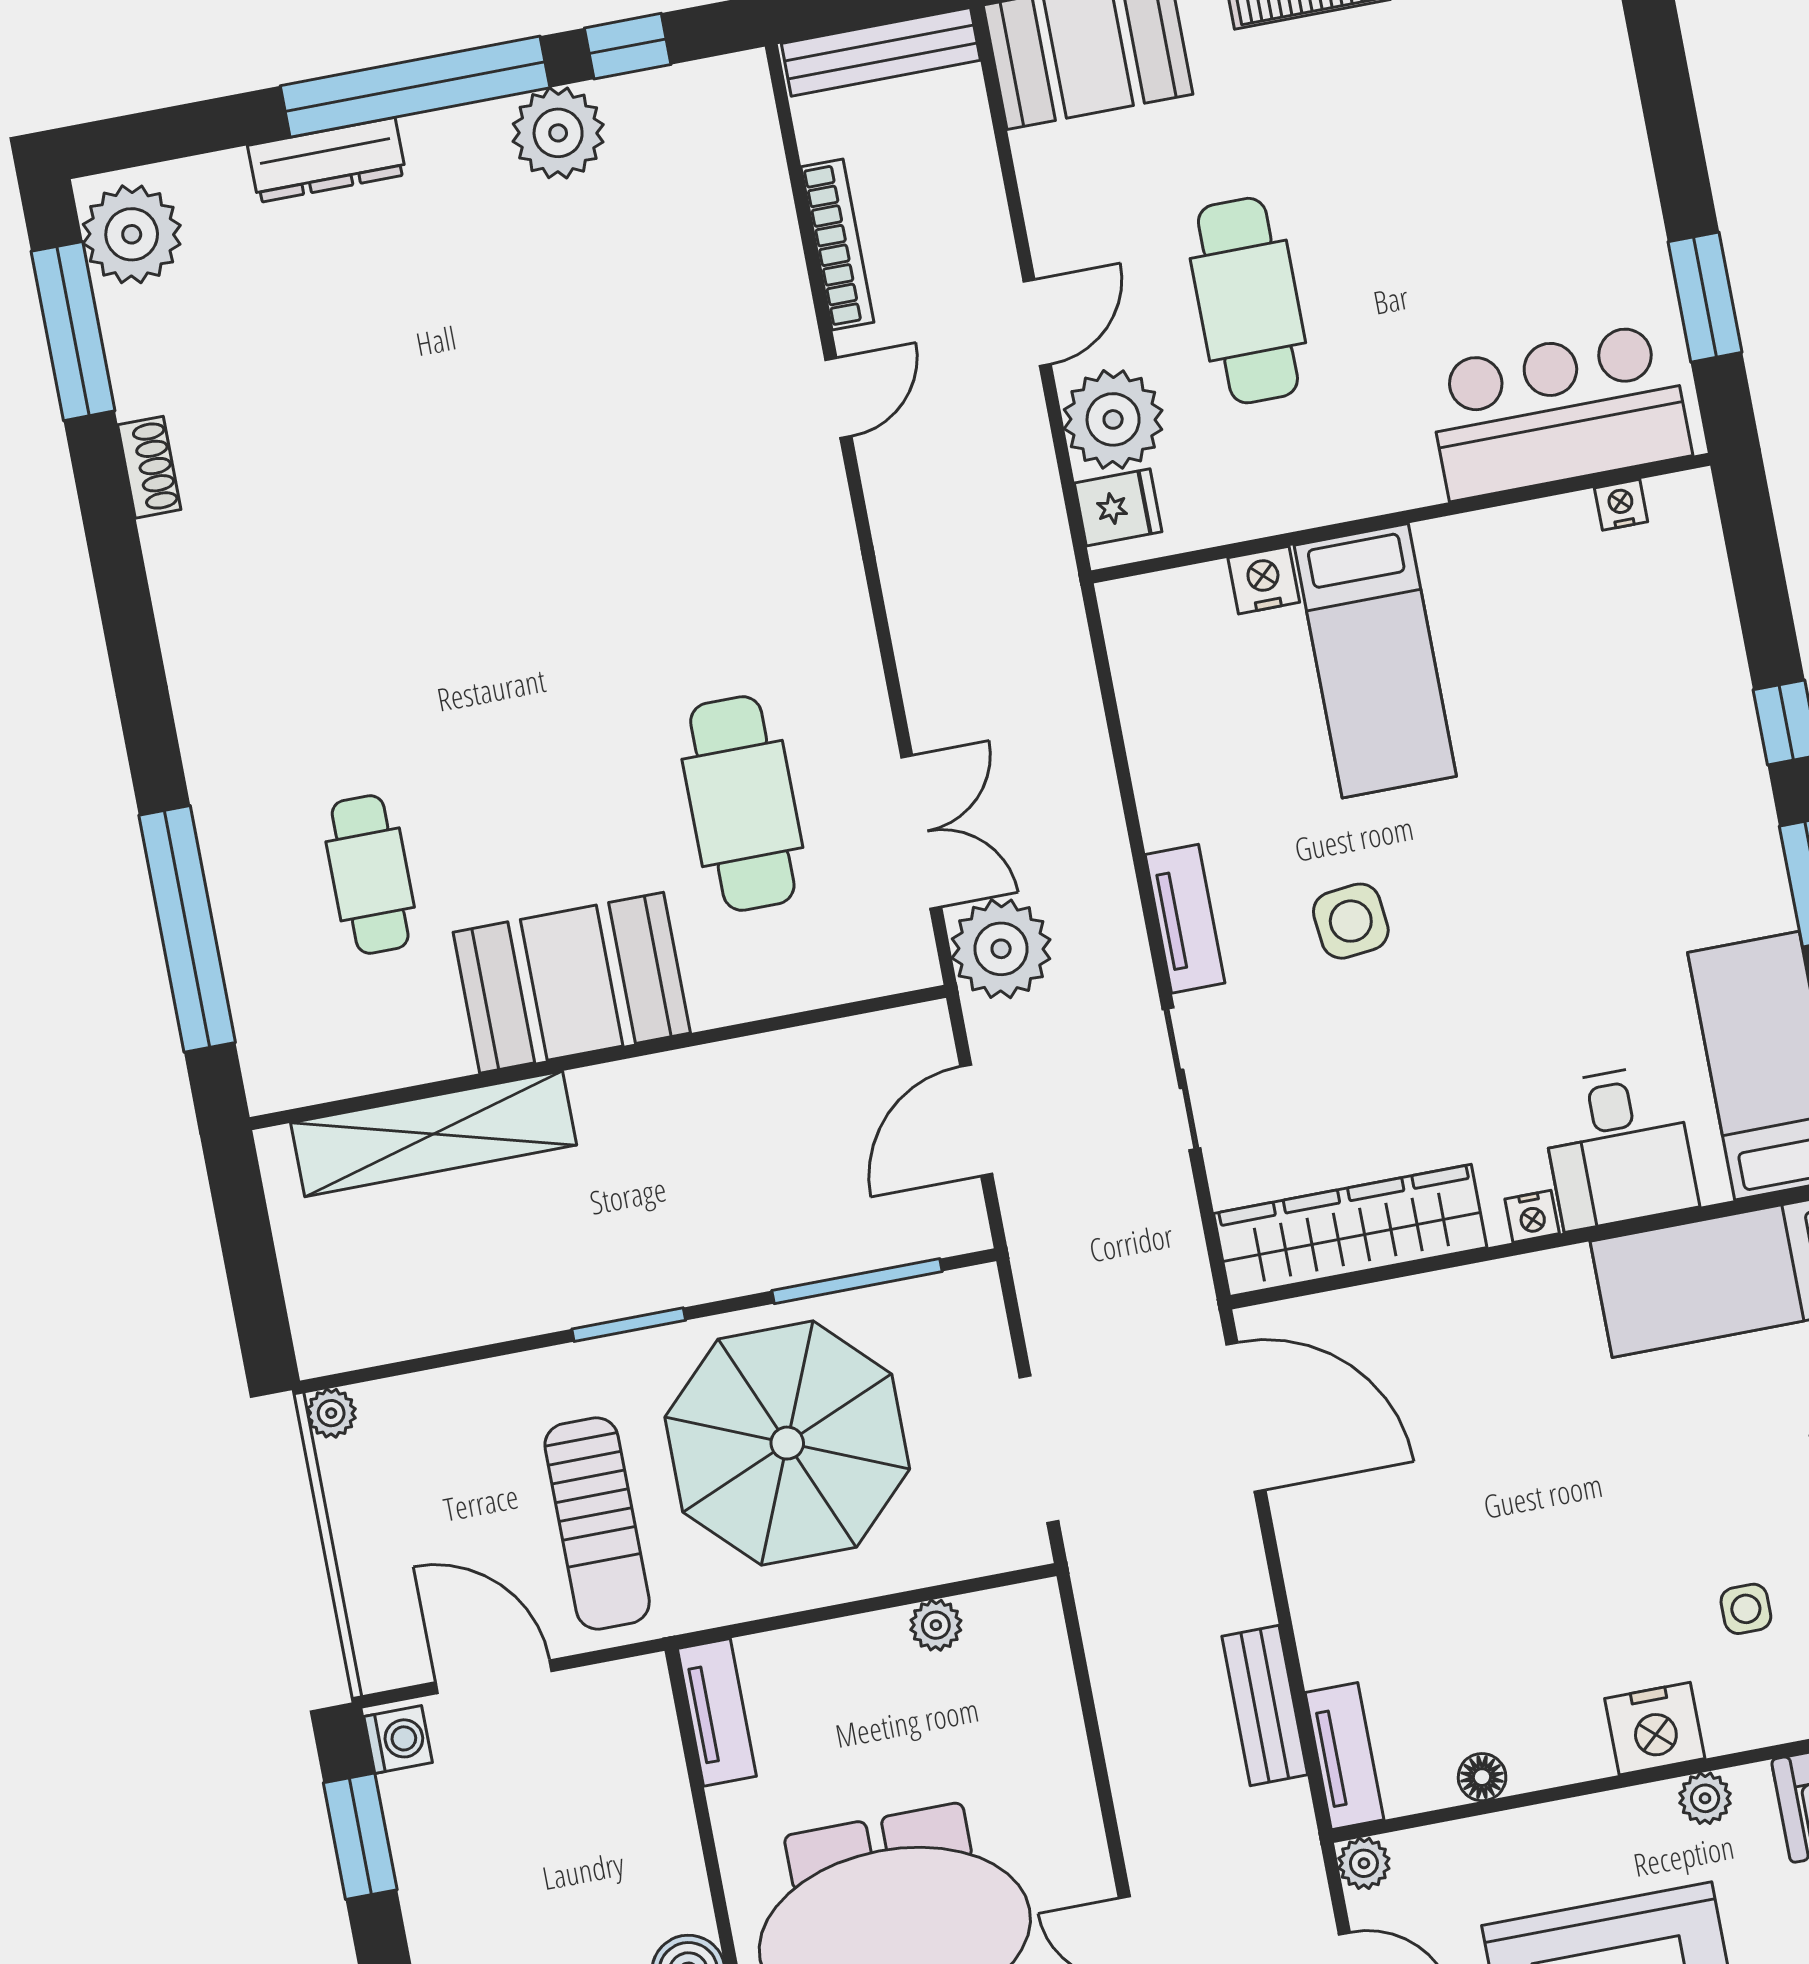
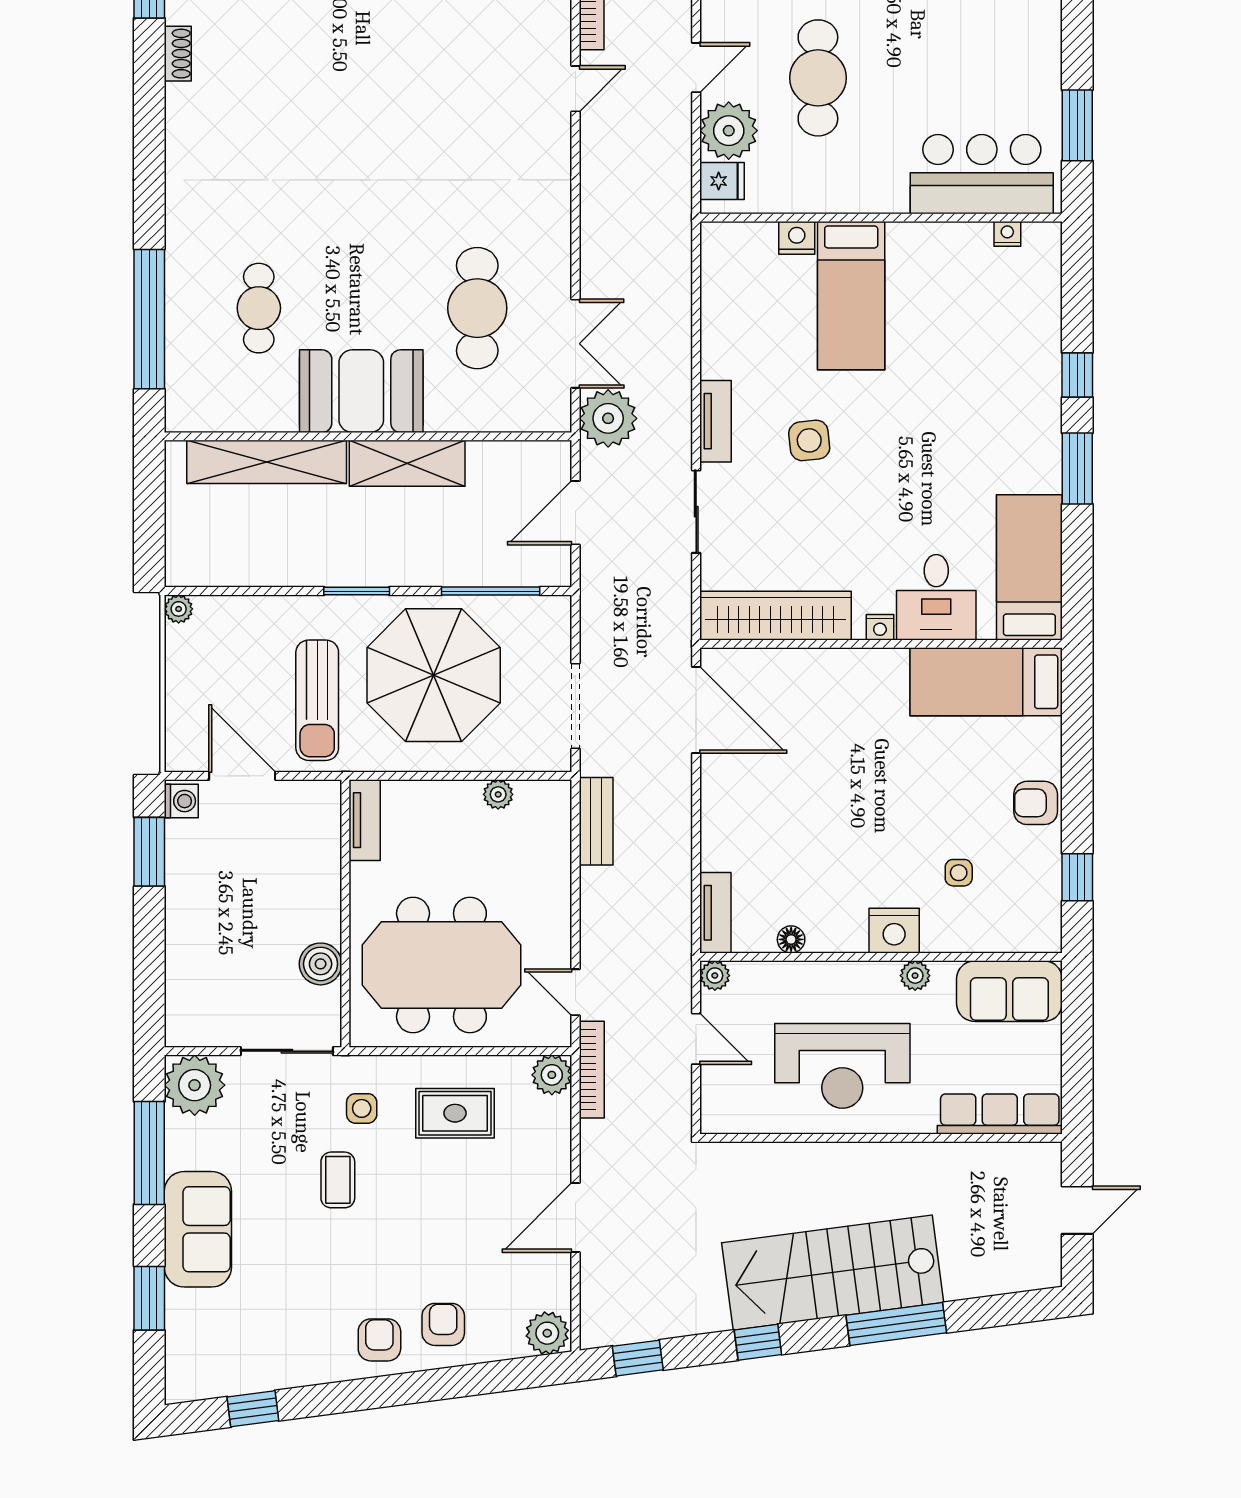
shelving: (673, 1091) -> (407, 463), added
bench: (1265, 1706) -> (596, 821), moved

